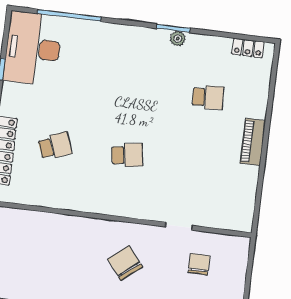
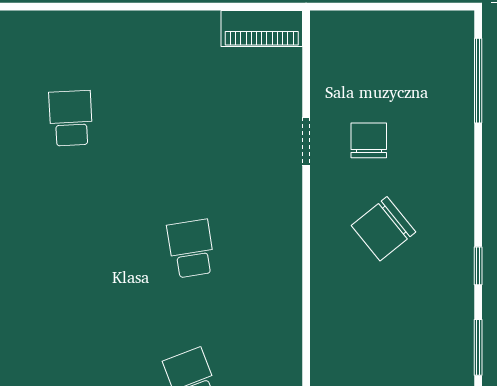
piano: (253, 142) -> (262, 29), moved
chair: (199, 264) -> (369, 140), moved, turned 90

